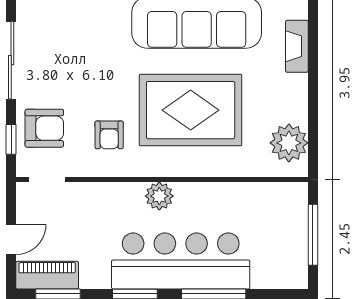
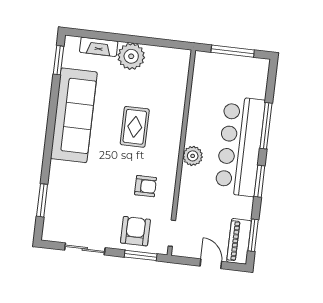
sliding door: (11, 60) -> (85, 249), width x0.73
rug: (191, 110) -> (135, 127), width x0.54, depth x0.49
window: (11, 139) -> (141, 255), width x1.50
plant: (289, 143) -> (131, 56), moved

